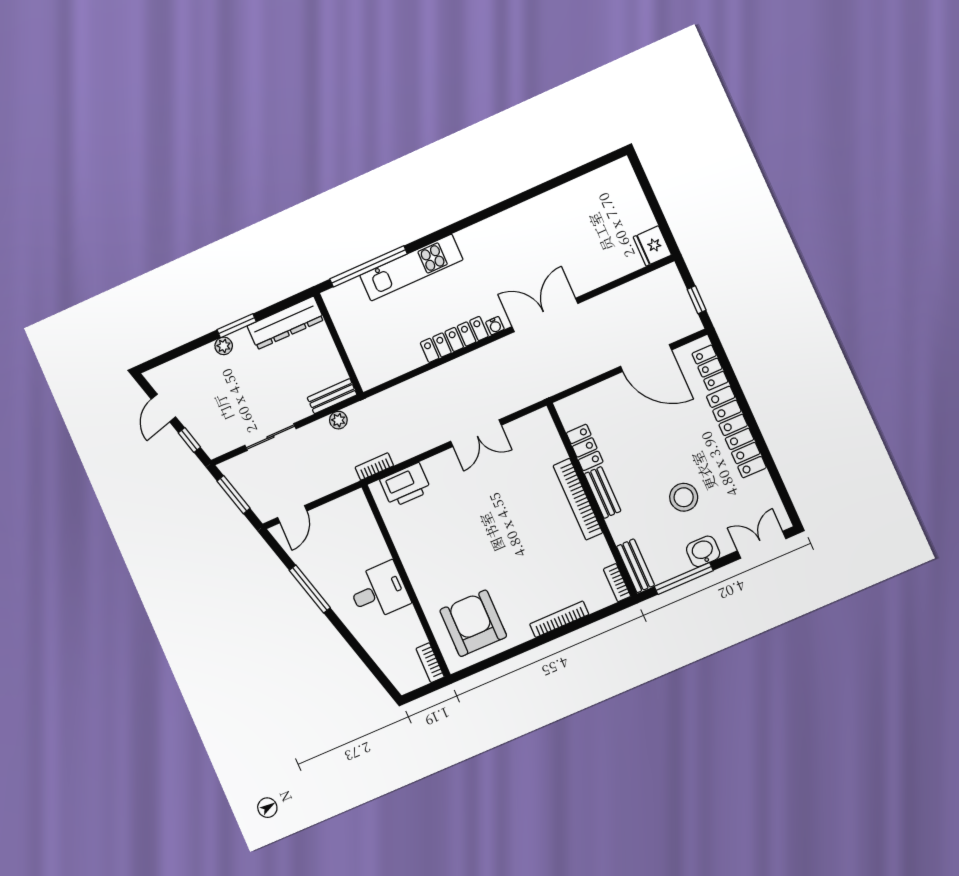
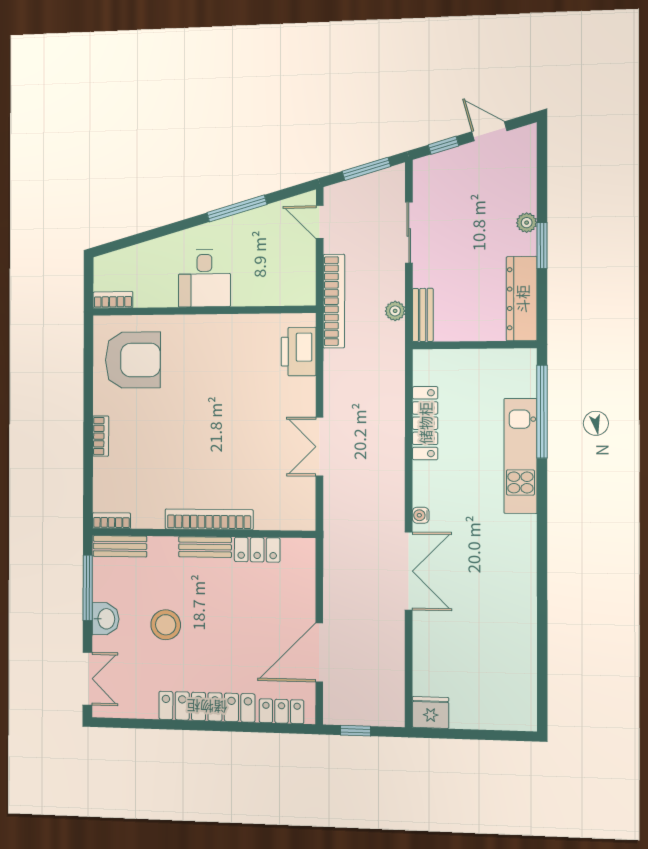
locker: (454, 339) -> (425, 423), moved
bookcase: (374, 466) -> (334, 301), width x2.31, depth x1.31
bookcase: (559, 619) -> (101, 436), width x0.64

